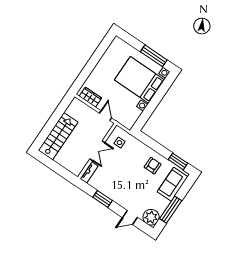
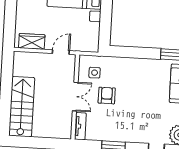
door: (105, 116) -> (61, 52), hinge flipped
armchair: (153, 166) -> (107, 96), moved

